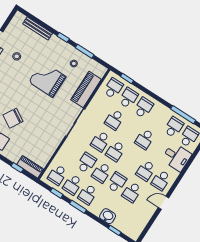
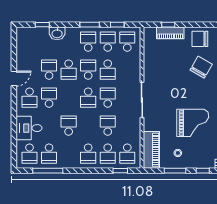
piano: (86, 90) -> (151, 150), moved
school desk: (116, 151) -> (88, 98), turned 180
piano: (30, 167) -> (170, 33), moved
school desk: (161, 180) -> (29, 98), turned 180

